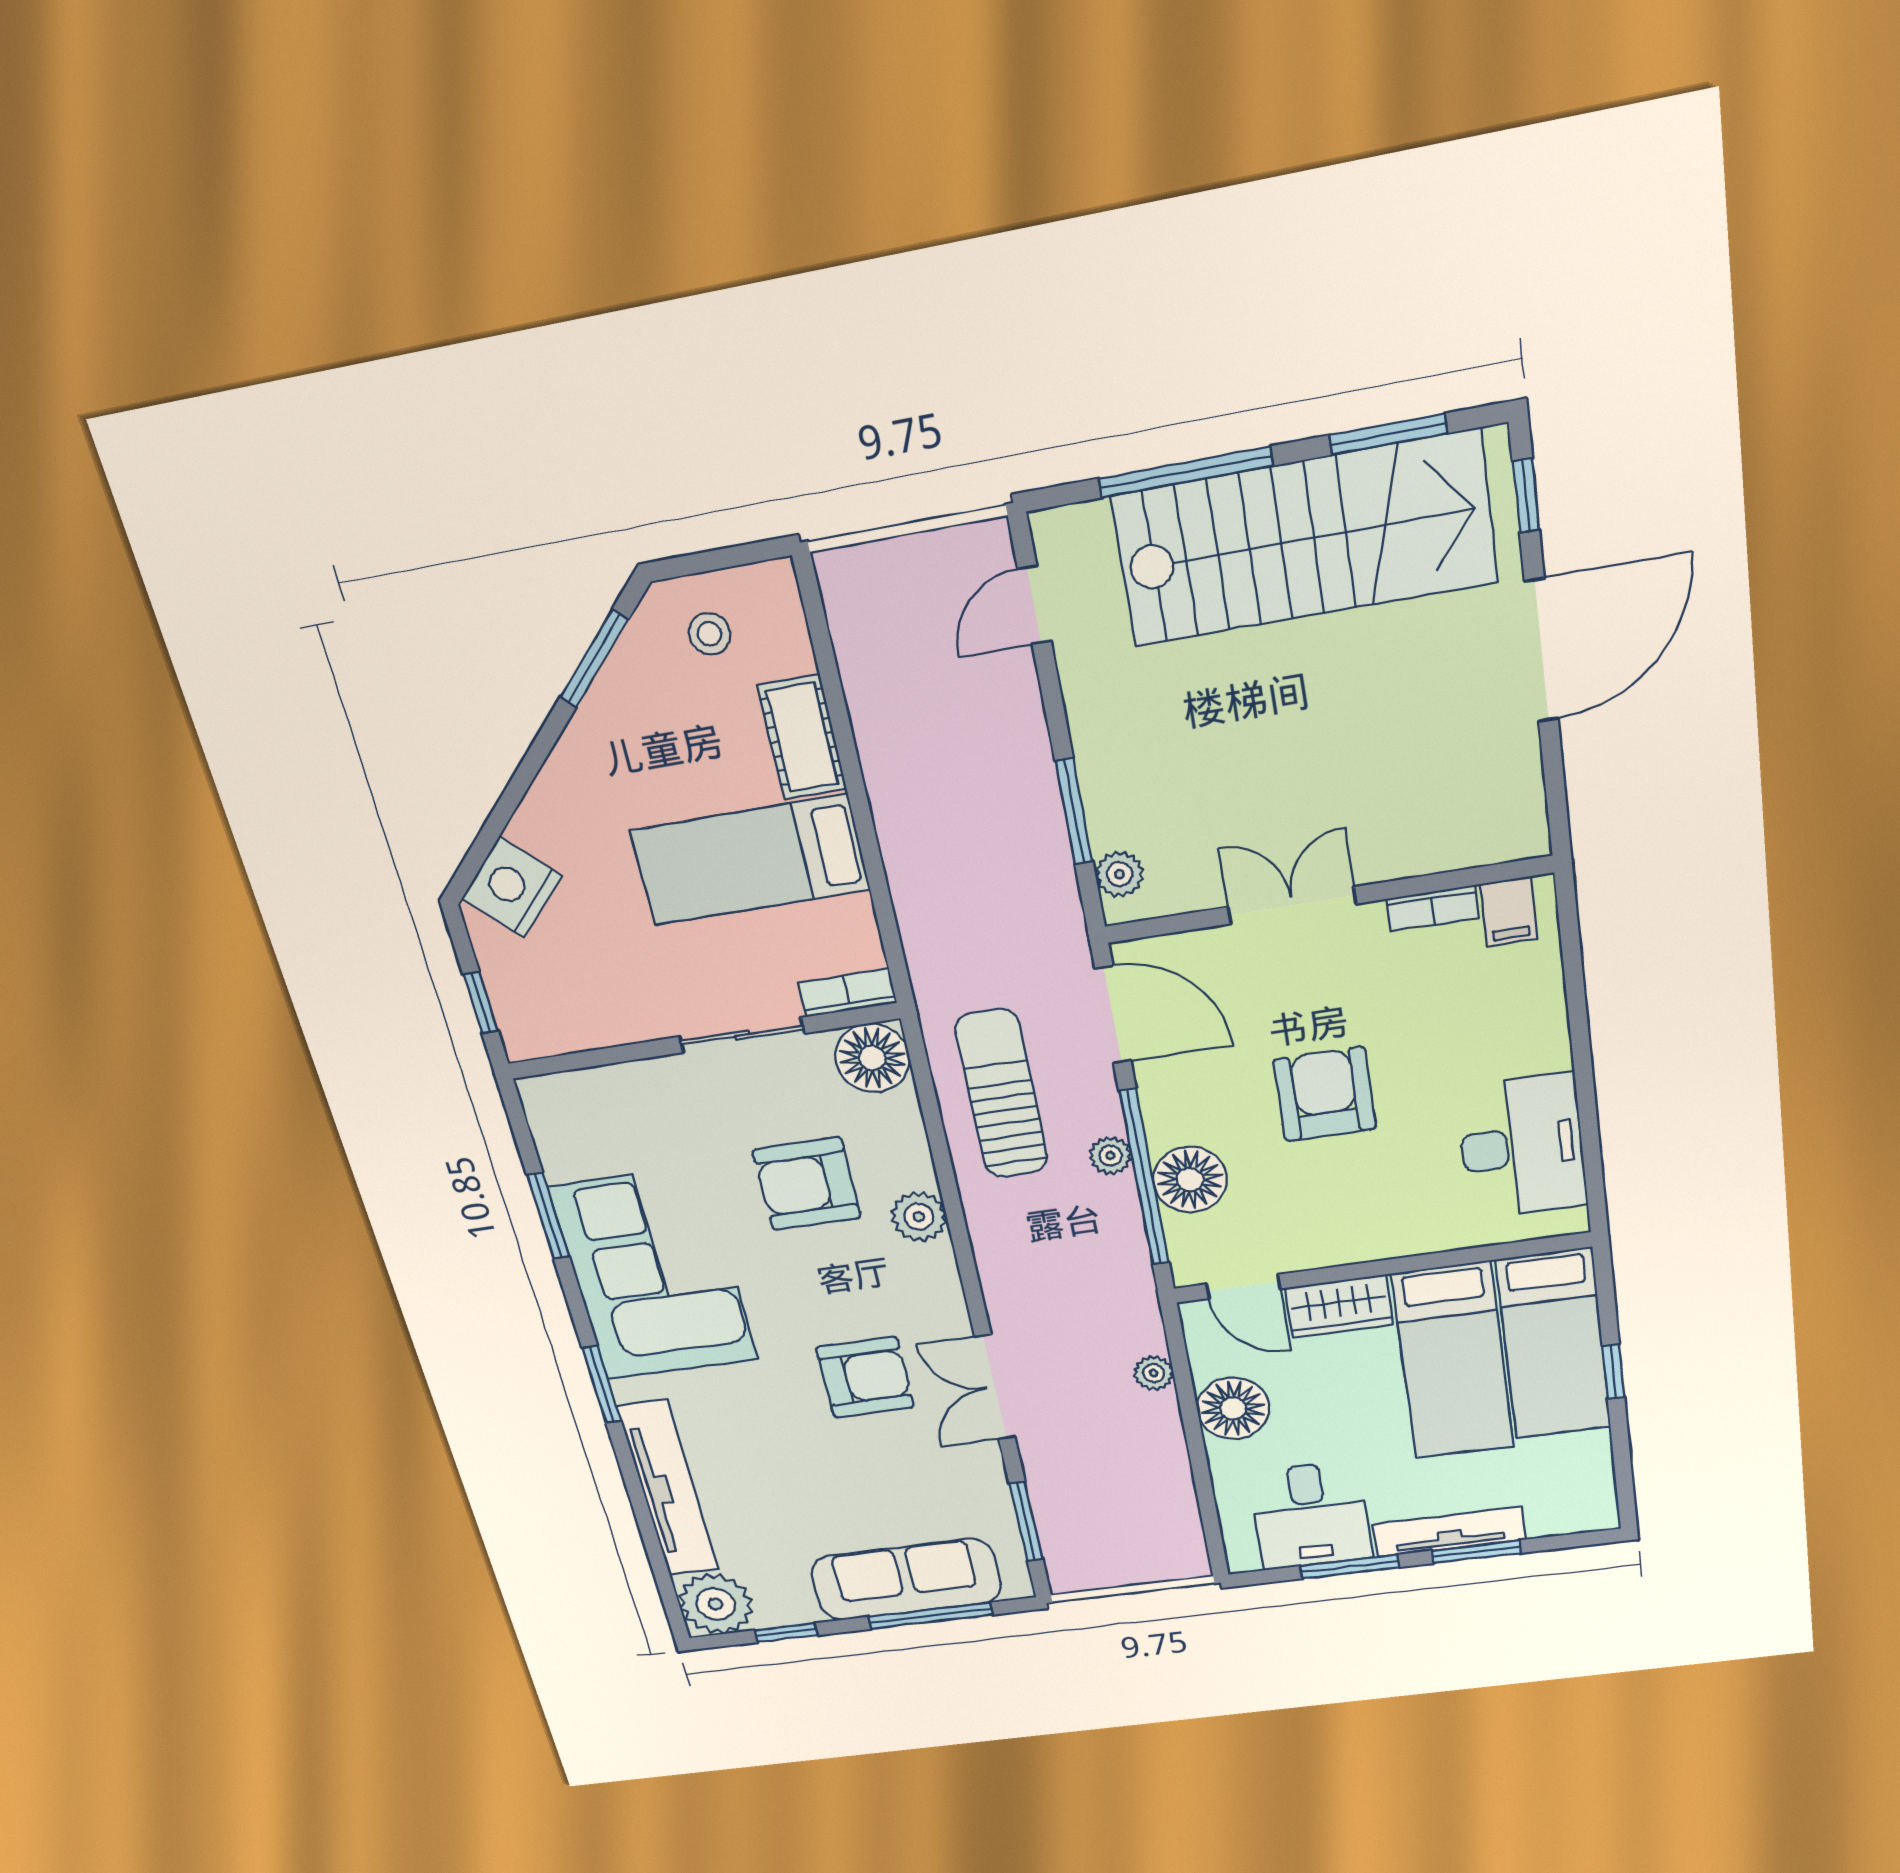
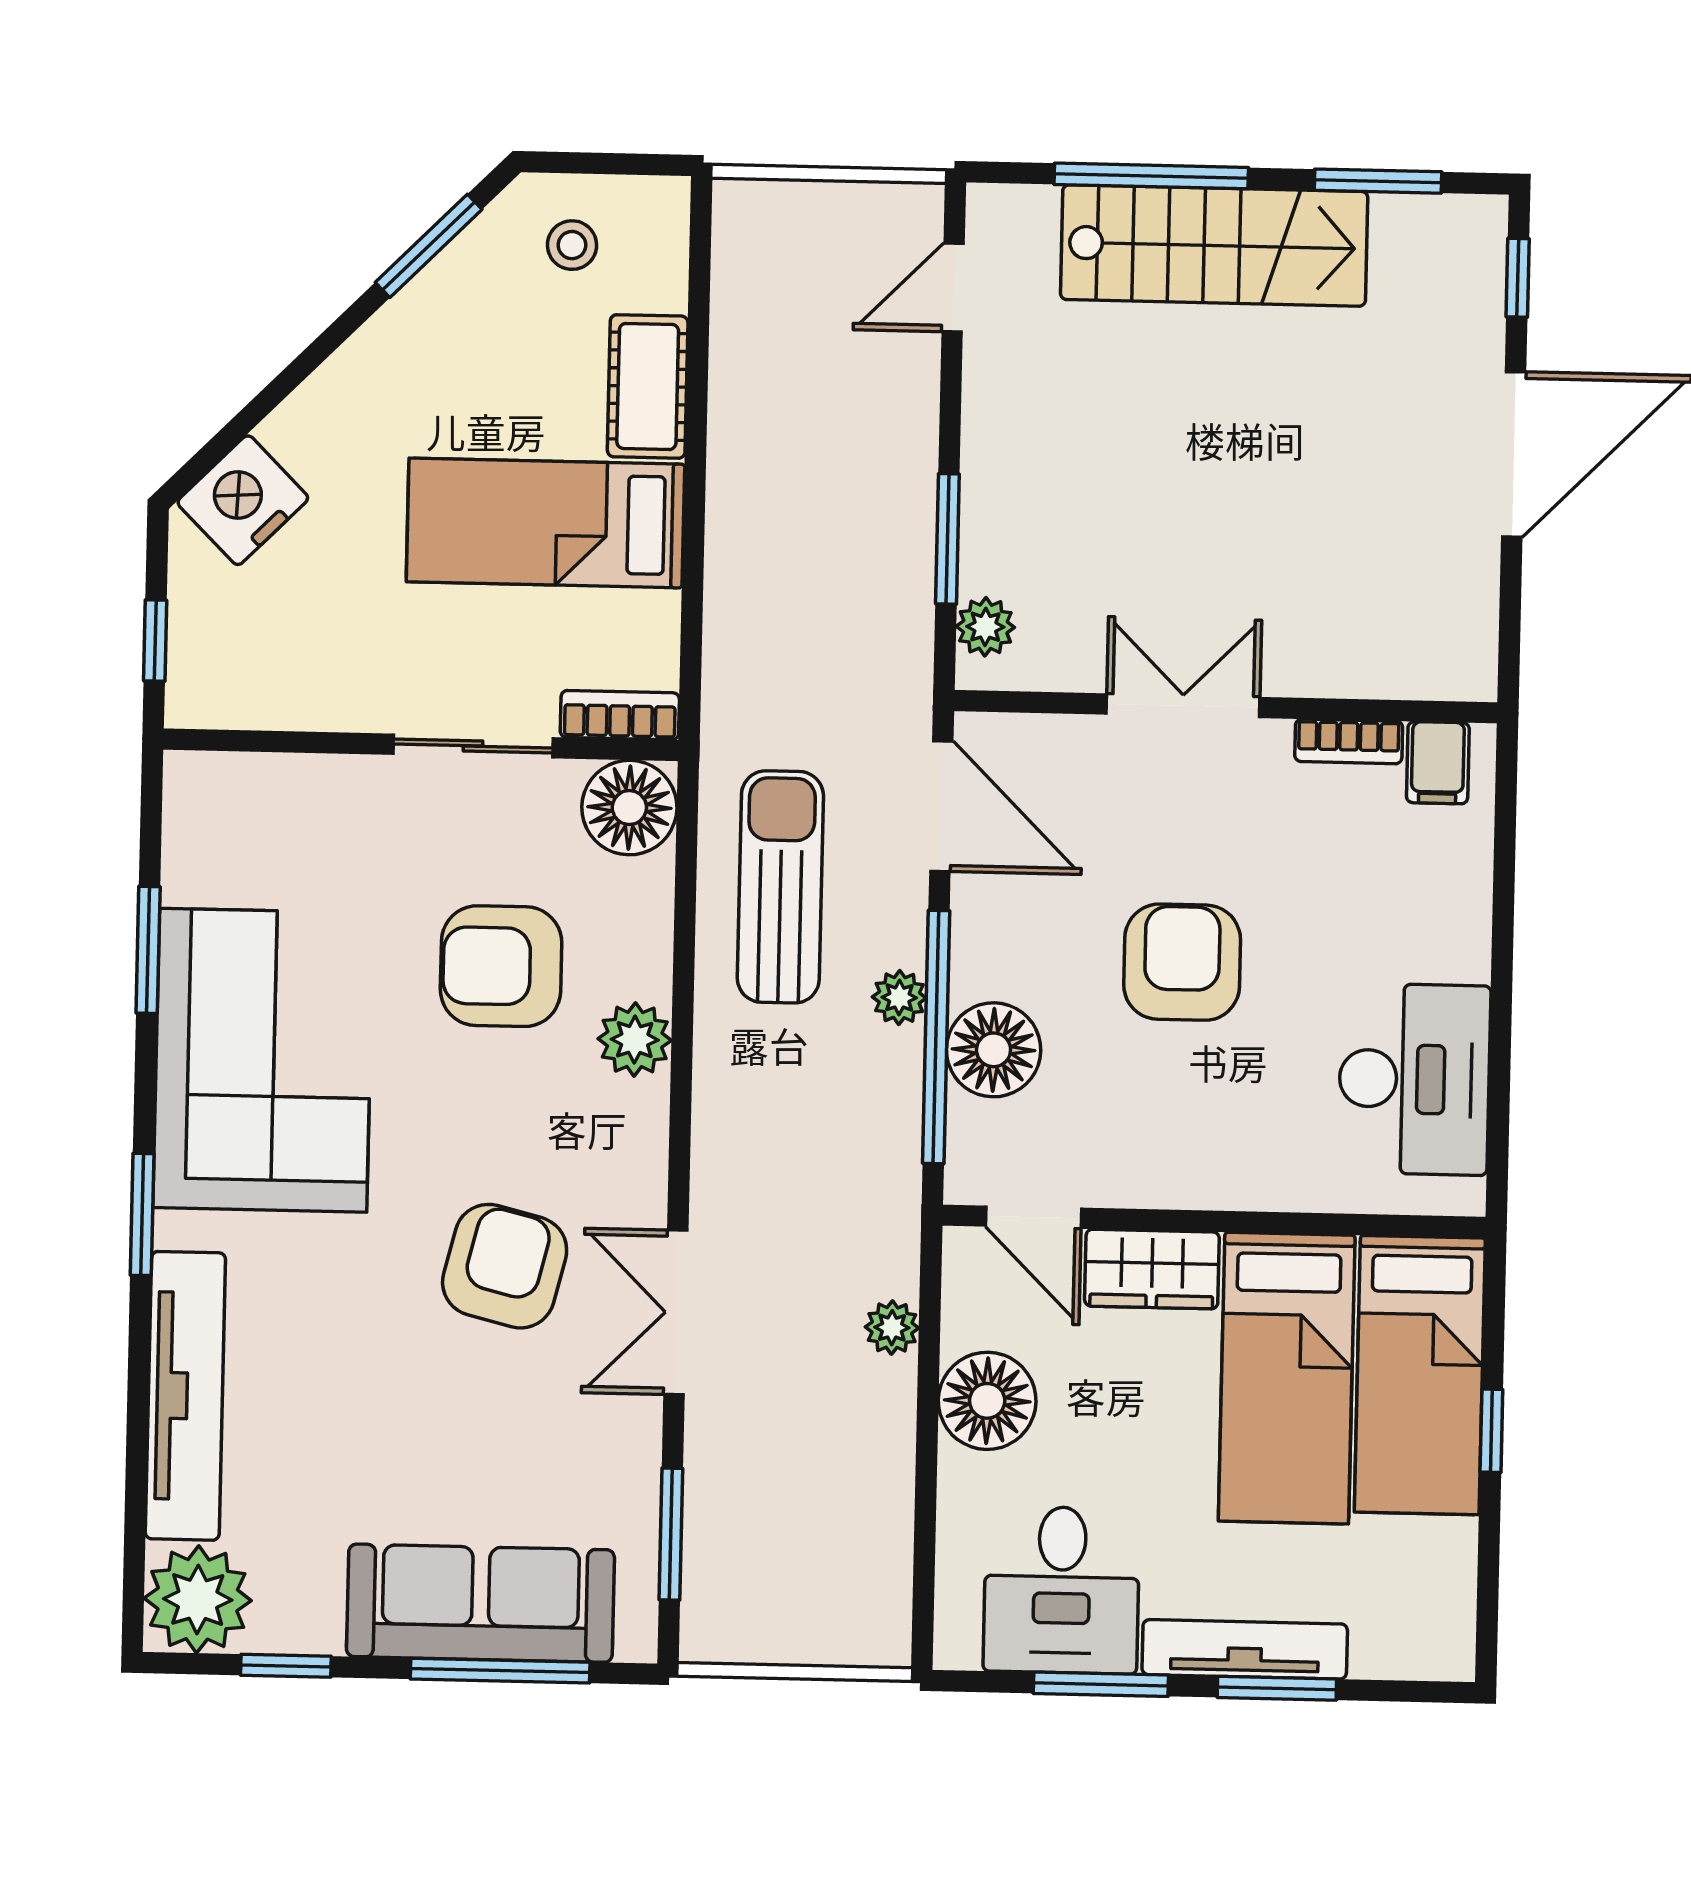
stairs: (1304, 539) -> (1214, 245), width x0.73, depth x0.66
armchair: (865, 1377) -> (505, 1266), turned -76

